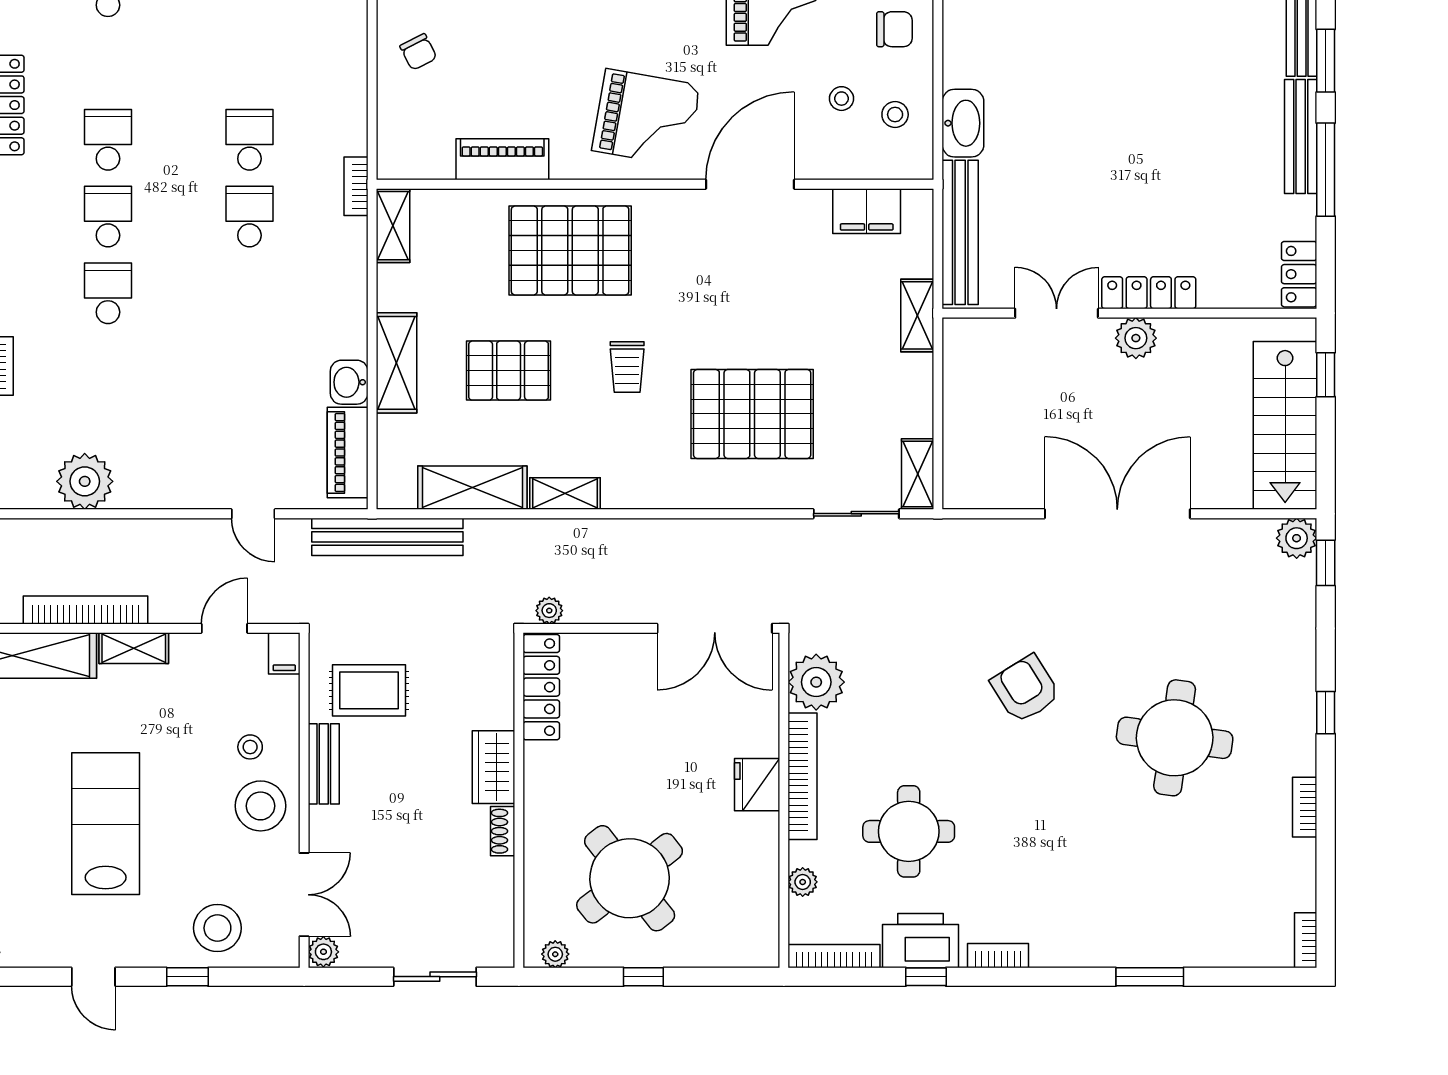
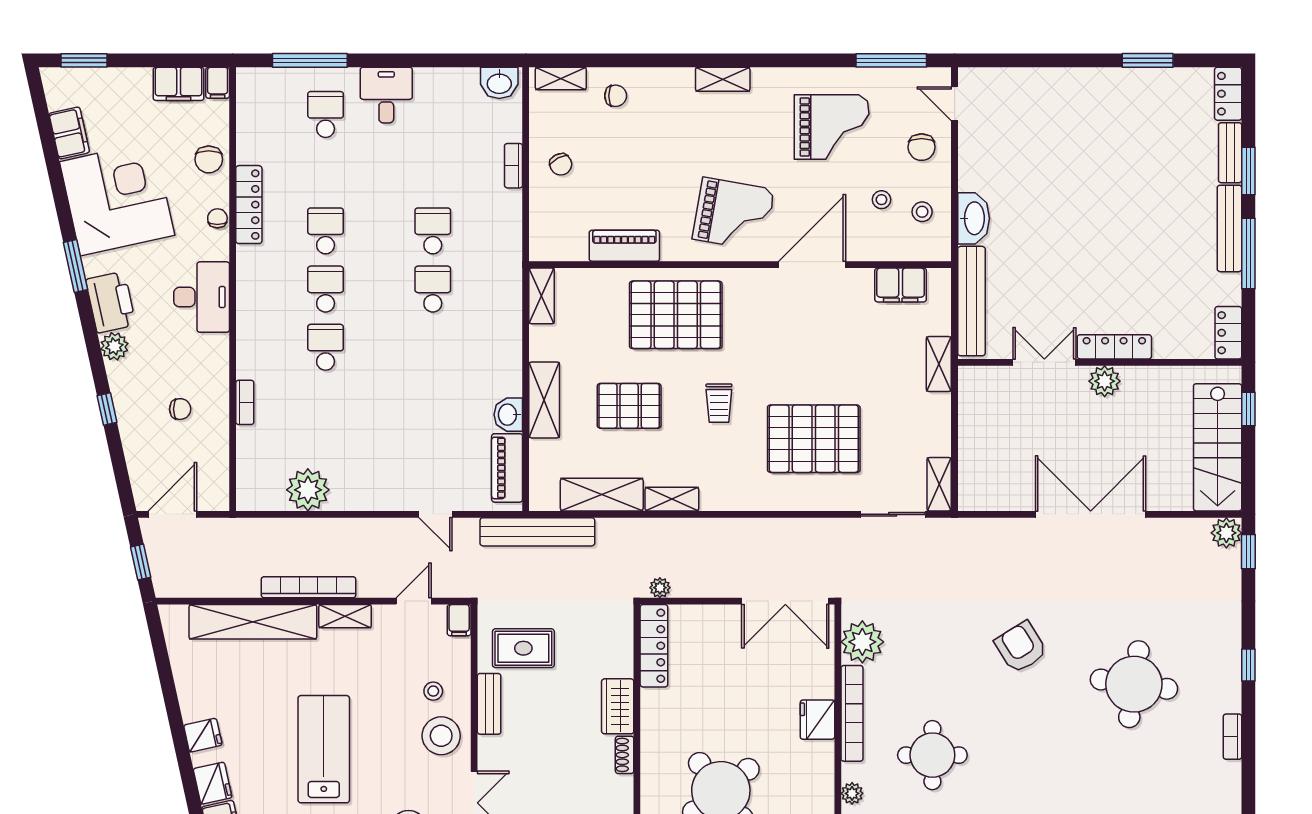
chair: (894, 29) -> (922, 147), turned 90
bookcase: (356, 186) -> (514, 166), moved

